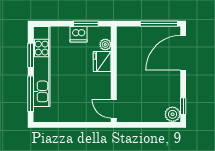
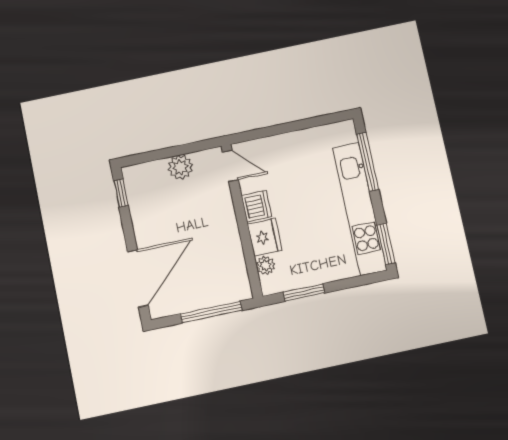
window: (159, 24) -> (211, 312), moved
dishwasher: (79, 34) -> (257, 206), moved, turned 90
window: (31, 55) -> (386, 244), moved
plant: (173, 114) -> (180, 167), moved

